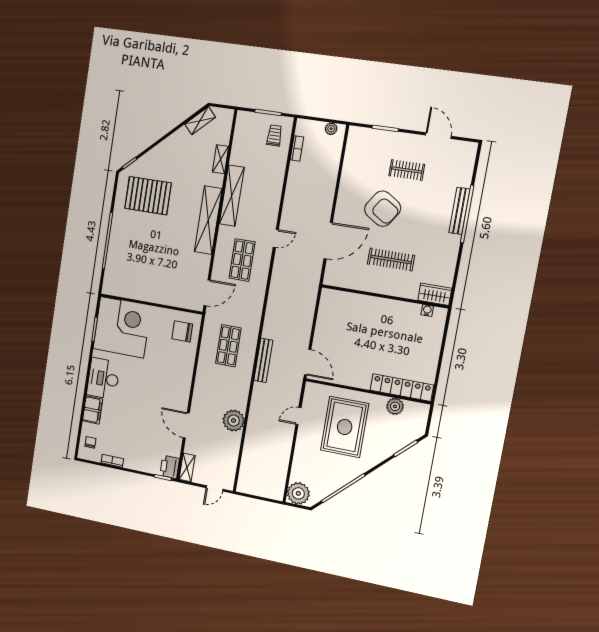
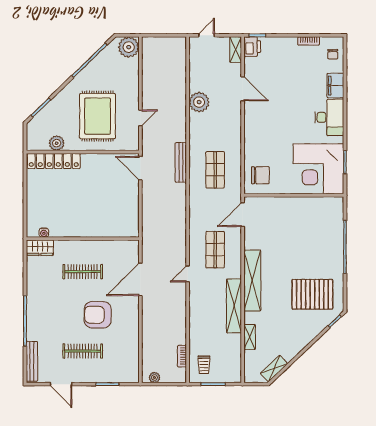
clothes rail: (407, 170) -> (83, 351), width x1.36
armchair: (383, 209) -> (98, 315), turned -33
bench: (459, 211) -> (32, 361), moved

